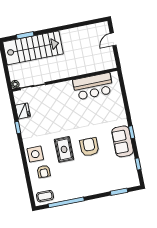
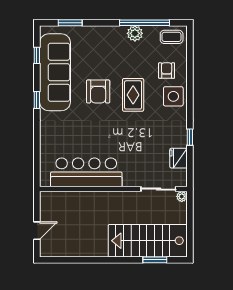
bar counter: (93, 86) -> (86, 172), width x1.36
sofa: (123, 141) -> (55, 72), width x1.85, depth x1.27
plant: (72, 193) -> (135, 33), added

